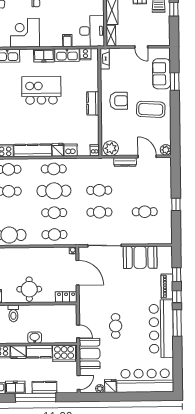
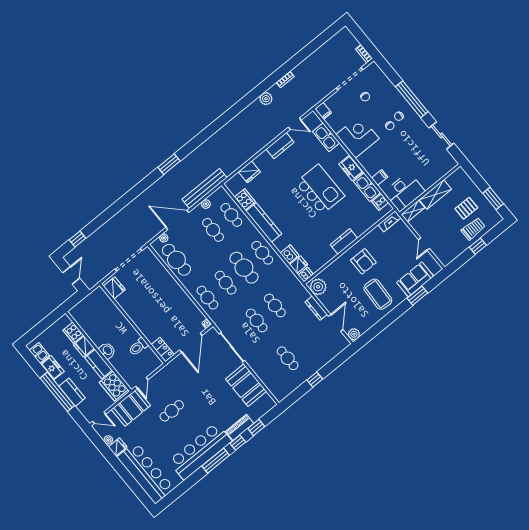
fridge: (58, 150) -> (299, 265), moved
round table: (29, 289) -> (144, 313), removed
toilet: (13, 313) -> (138, 347), moved

